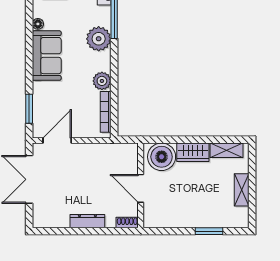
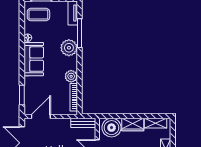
bench: (120, 150) -> (83, 123), added

